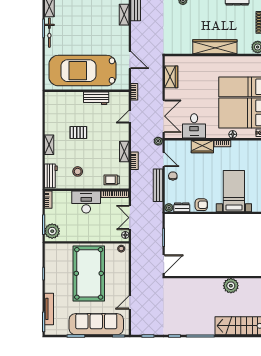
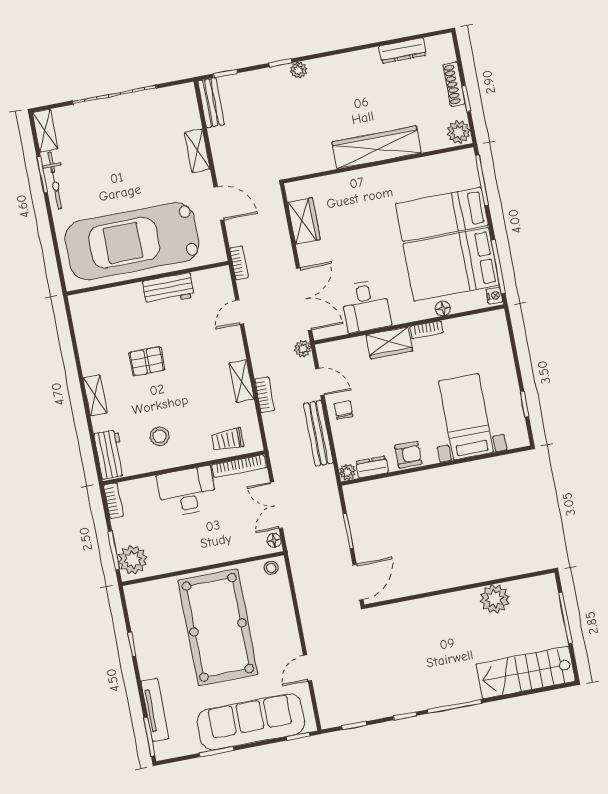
shelving: (124, 15) -> (197, 151), moved

